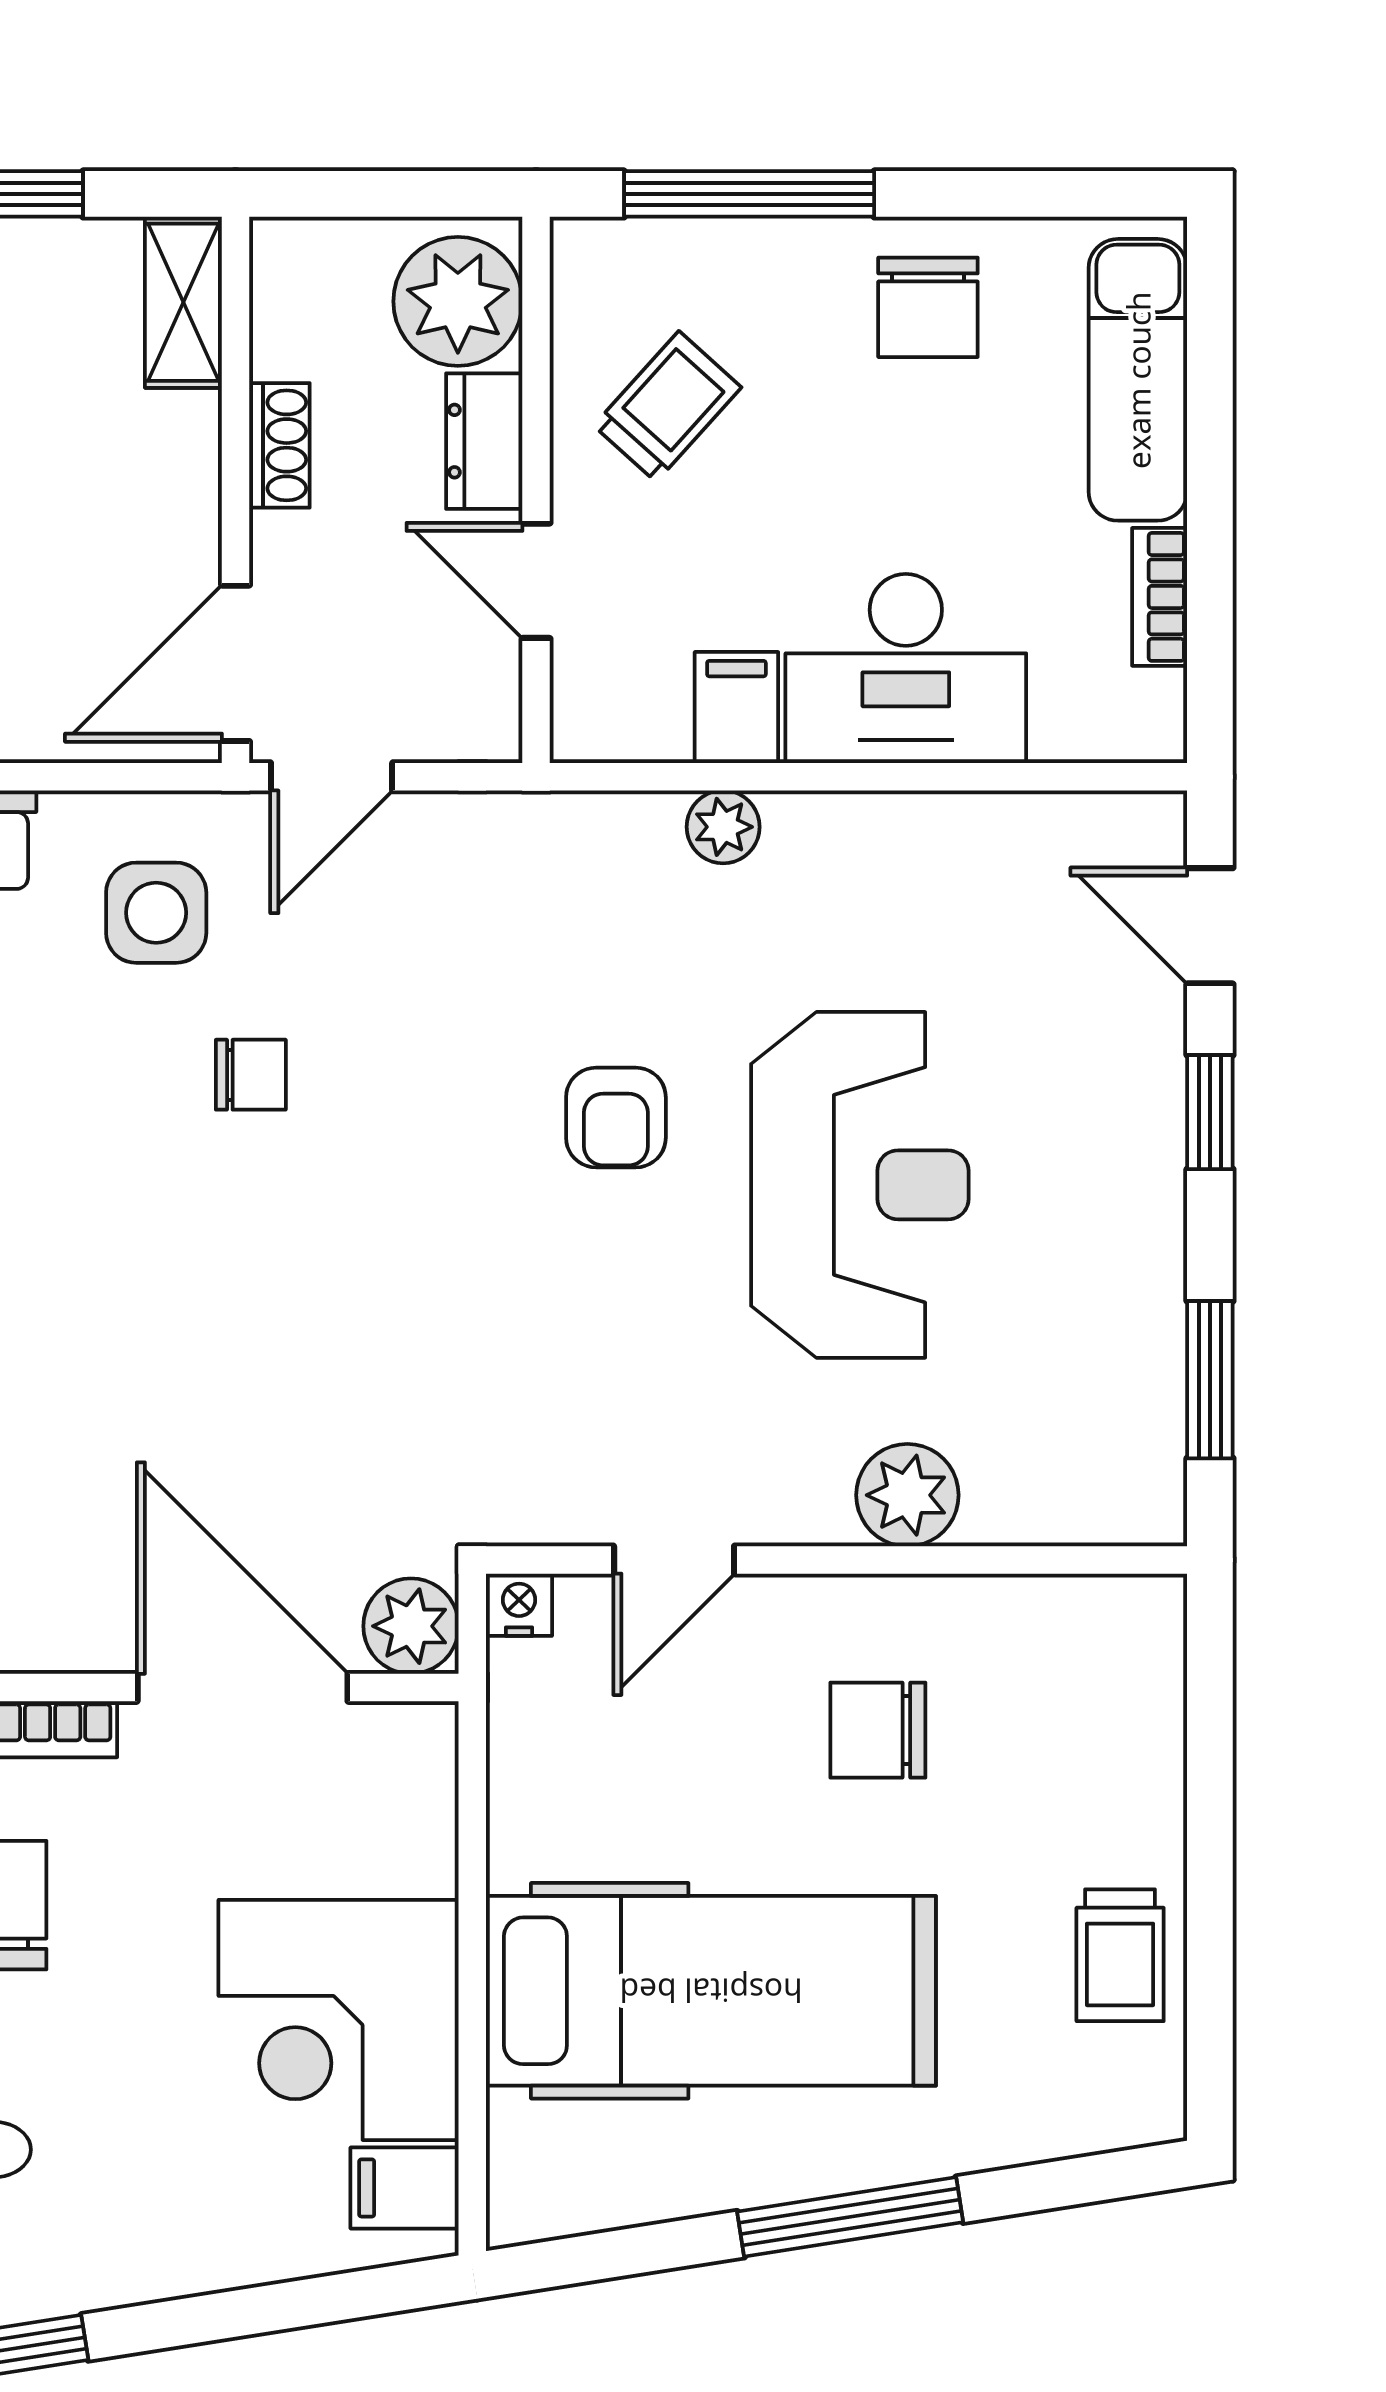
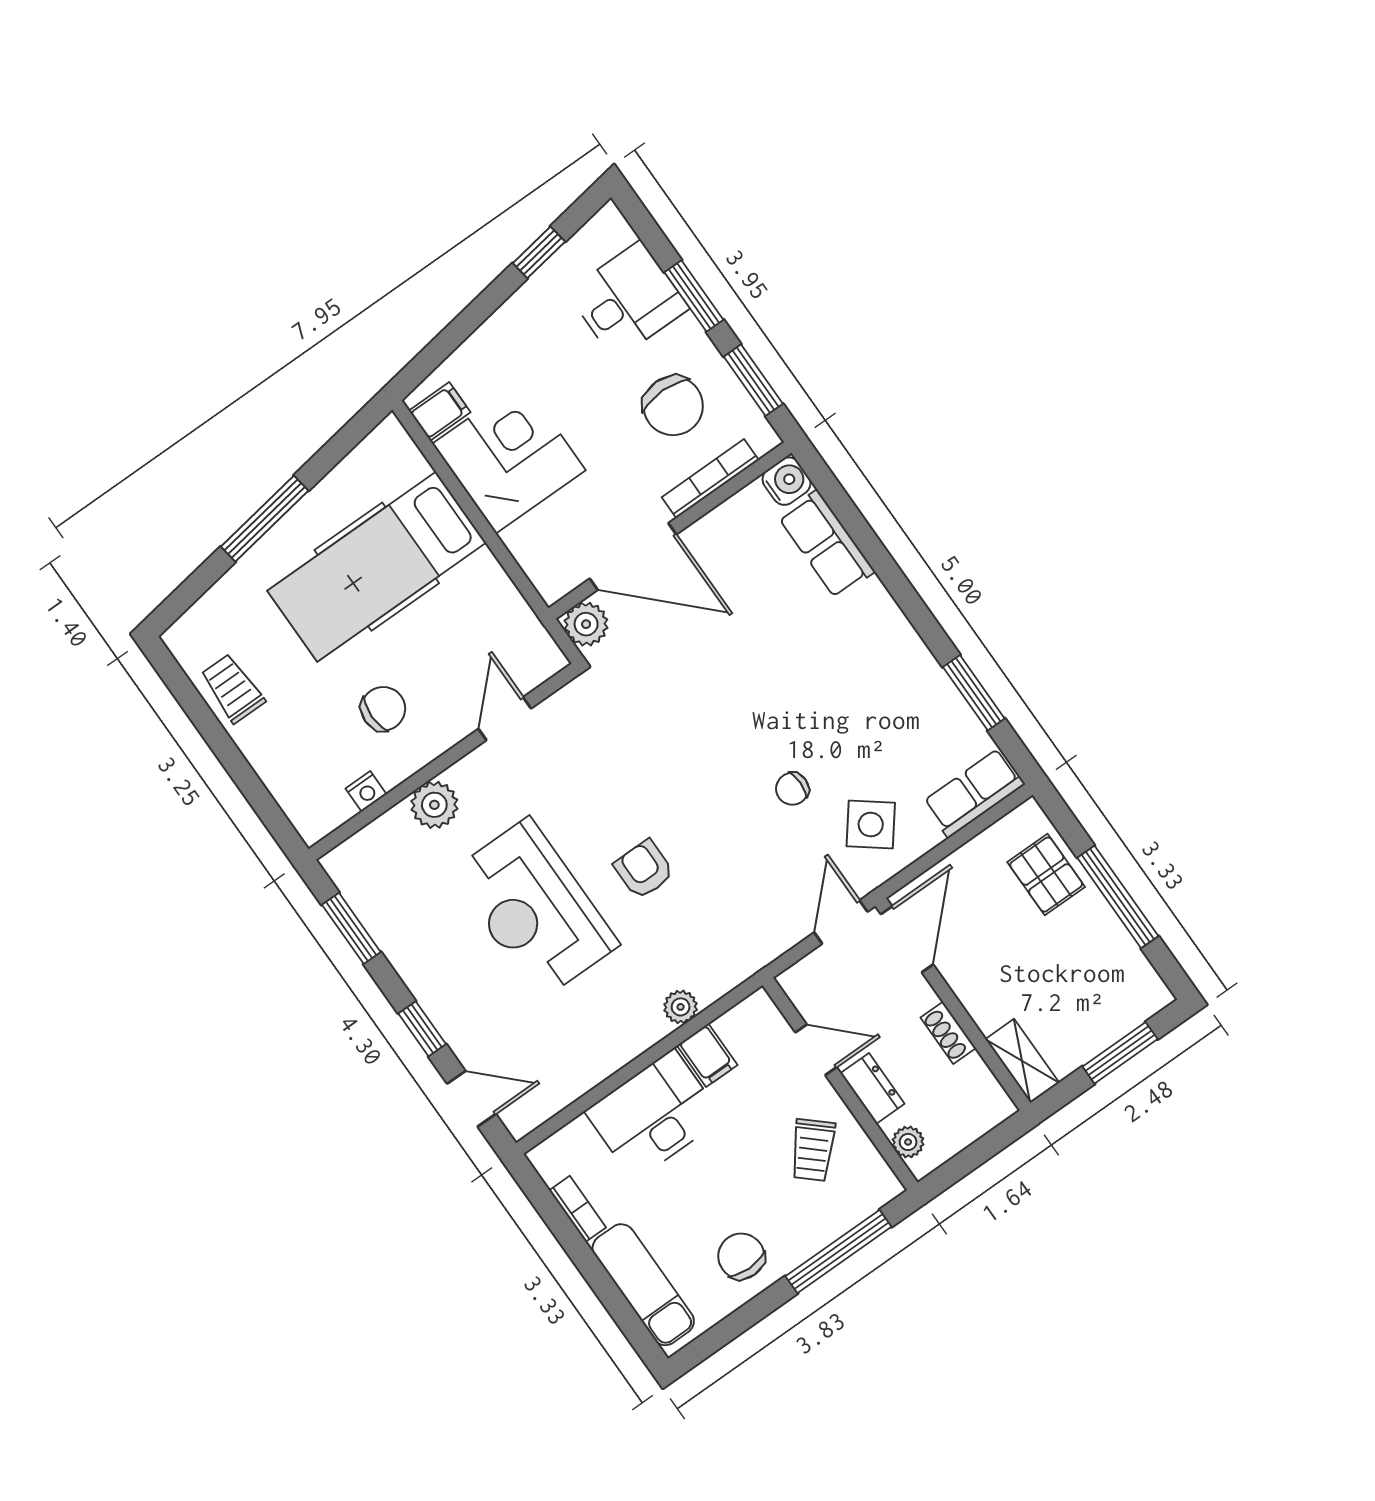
plant: (458, 301) -> (908, 1142), width x0.53, depth x0.53
side table: (156, 913) -> (871, 824), turned 38
nightstand: (519, 1605) -> (366, 791), moved

